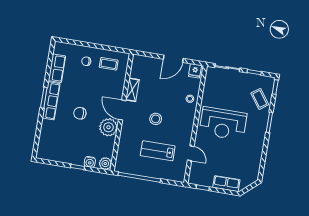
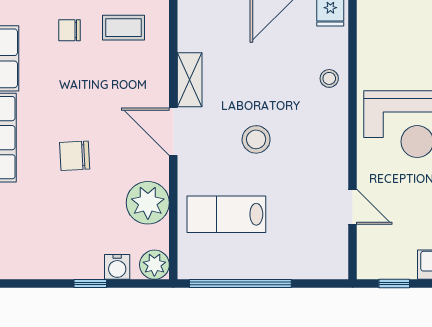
plant: (108, 127) -> (148, 203), moved
lab bench: (158, 151) -> (226, 214), moved

